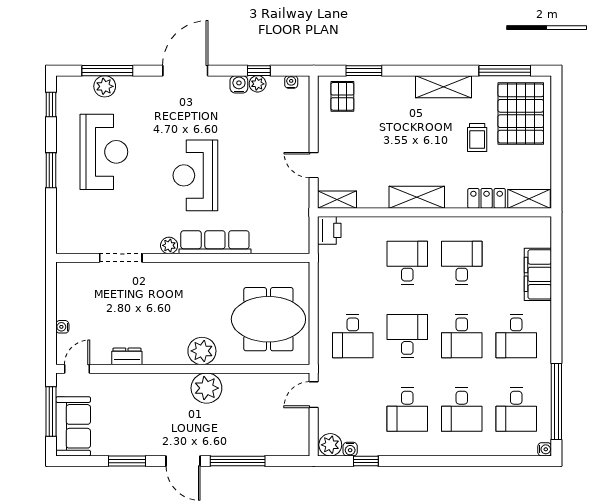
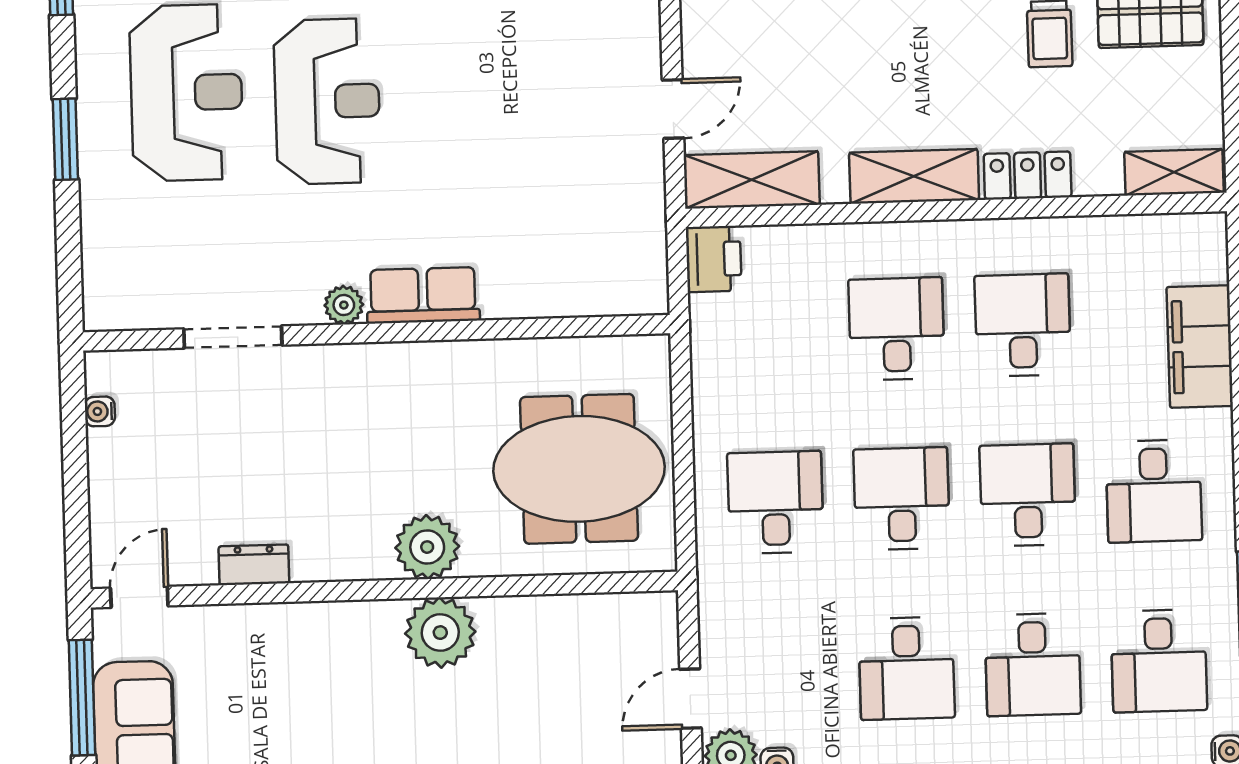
door: (314, 165) -> (673, 109), swing flipped
reception desk: (195, 175) -> (327, 101), moved, turned 180
locker: (487, 198) -> (1028, 176), moved
shelving: (337, 200) -> (752, 180), width x1.50, depth x1.33
row of seats: (215, 242) -> (423, 295), width x0.68
water cooler: (62, 327) -> (100, 411), moved
desk: (353, 336) -> (775, 502), turned 180
desk: (462, 336) -> (1028, 495), turned 180
door: (314, 395) -> (690, 699), moved

